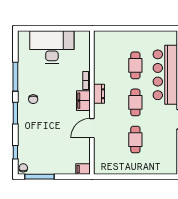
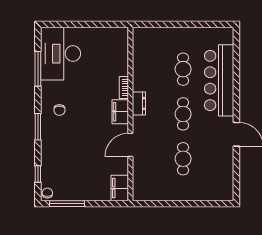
desk: (52, 47) -> (61, 54), moved, turned -90
window: (15, 77) -> (38, 69), moved
filing cabinet: (83, 169) -> (120, 188), width x2.00

